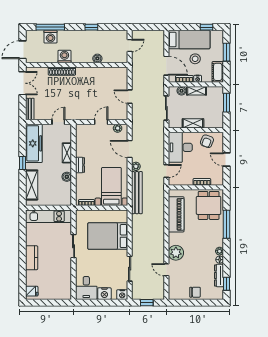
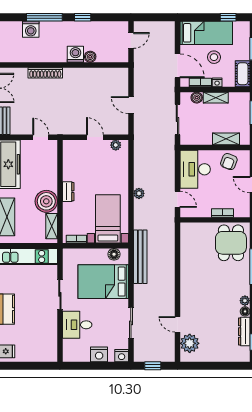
window: (50, 27) -> (44, 17), moved
washing machine: (64, 56) -> (75, 54), moved
door: (58, 122) -> (41, 137), hinge flipped
door: (101, 122) -> (95, 137), hinge flipped
shelving: (193, 123) -> (226, 139), moved
door: (130, 149) -> (131, 171), removed
shelving: (67, 153) -> (52, 226), moved
door: (166, 171) -> (177, 199), hinge flipped
boiler: (67, 177) -> (46, 201), width x1.86, depth x1.86
bench: (137, 193) -> (140, 257), moved
floor lamp: (116, 214) -> (114, 254), added
piano: (176, 214) -> (190, 254), removed
plant: (176, 253) -> (190, 343), moved
desk: (86, 288) -> (77, 325), moved, turned 90
chair: (195, 292) -> (214, 353), removed

